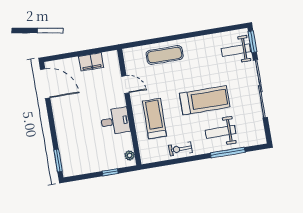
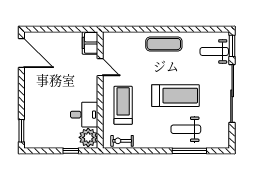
exercise mat: (165, 55) -> (164, 44), moved
filing cabinet: (91, 62) -> (90, 43), moved, turned 90
desk: (115, 121) -> (84, 115), moved
exercise bike: (180, 149) -> (122, 141), moved
plant: (130, 155) -> (88, 137), width x1.87, depth x1.87

